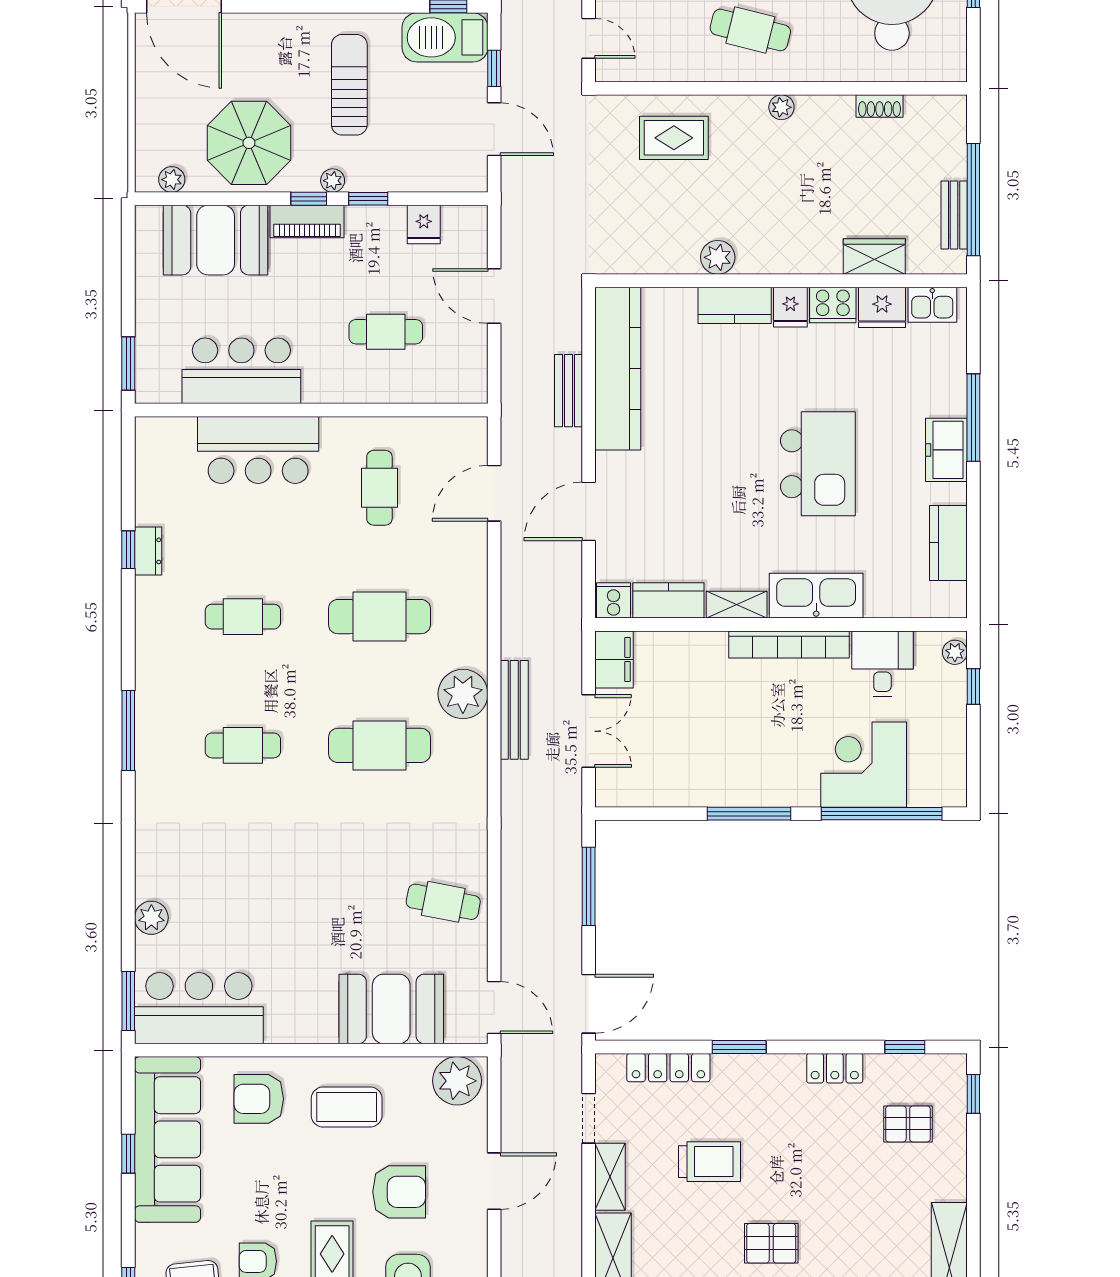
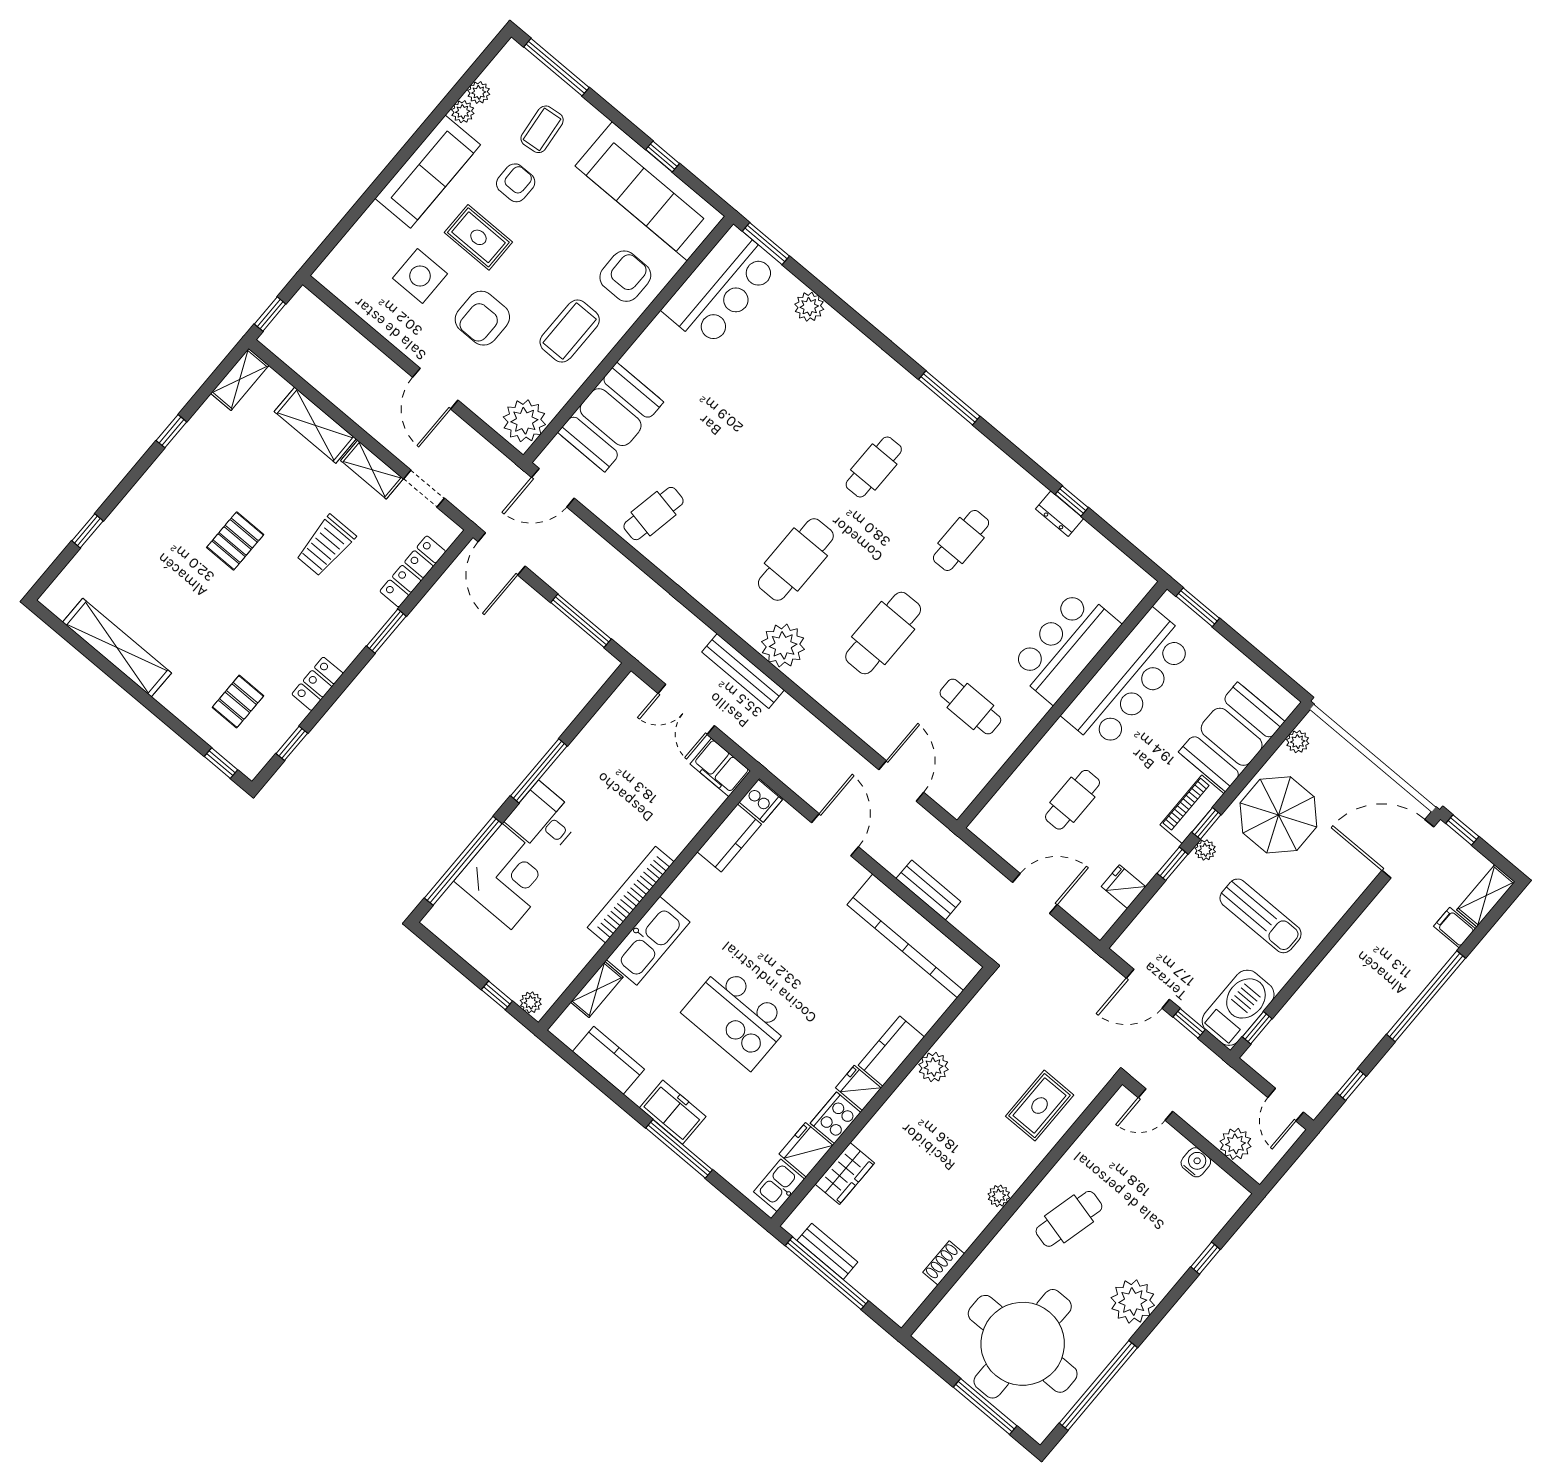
bar counter: (241, 371) -> (1128, 680), width x1.36
shelving: (737, 605) -> (597, 990), moved
desk: (882, 664) -> (543, 820), moved, turned 180

